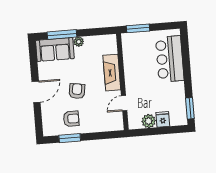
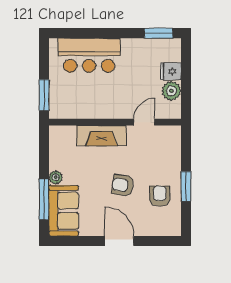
door: (124, 103) -> (144, 122), swing flipped
window: (70, 138) -> (186, 186), moved

